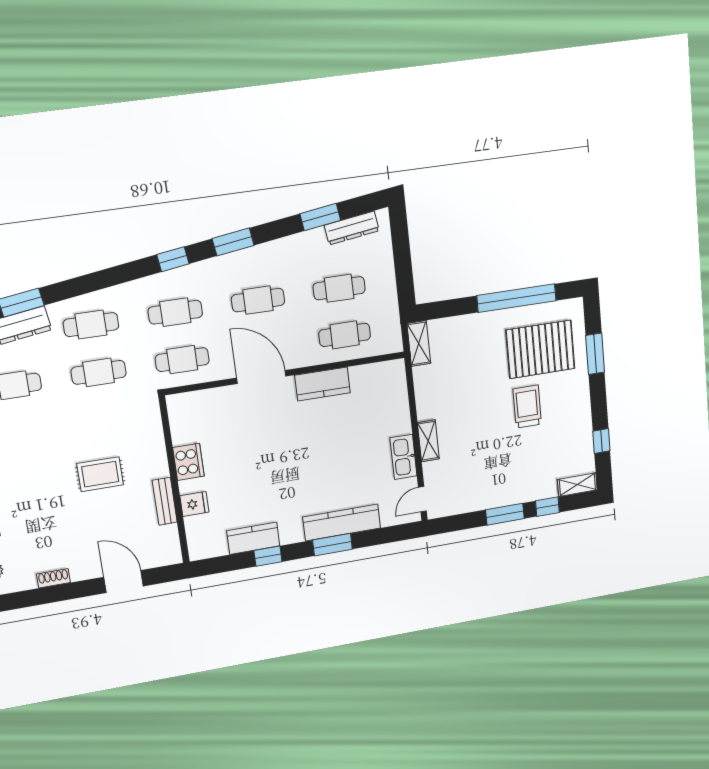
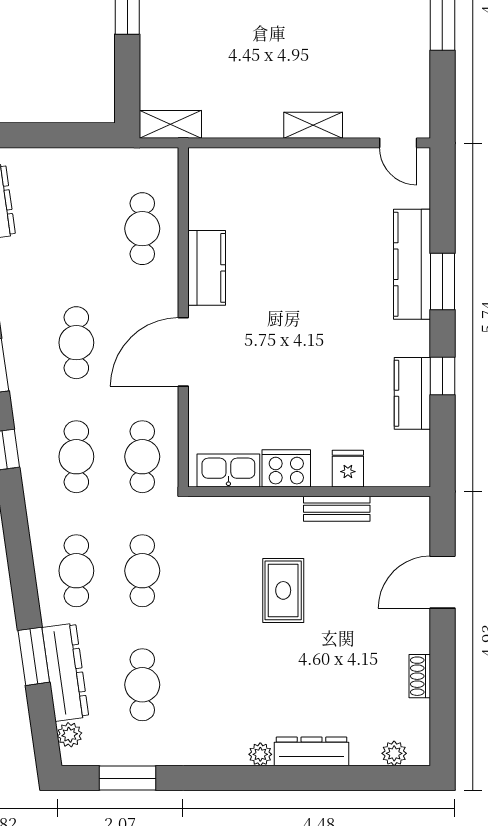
cafe table: (339, 288) -> (76, 229), removed
kitchen sink: (403, 457) -> (228, 471), moved, turned 180

